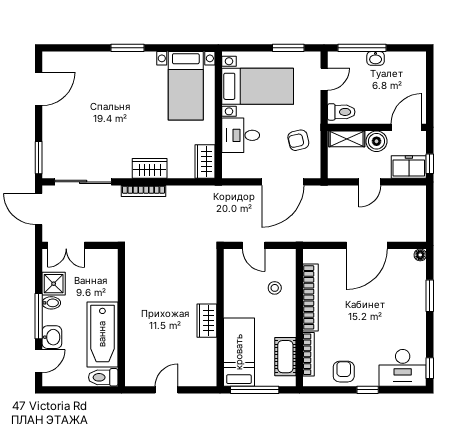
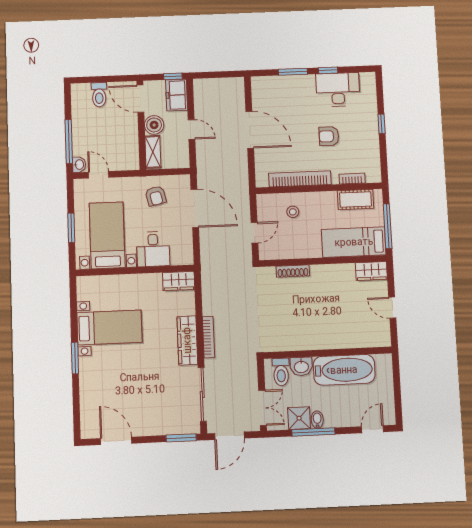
window: (288, 48) -> (71, 228), moved
washbasin: (376, 58) -> (79, 165), moved
bed with nightstands: (186, 86) -> (110, 327), moved
toilet: (341, 112) -> (99, 95), moved, turned 180
wardrobe: (150, 168) -> (187, 340), width x1.50
floor lamp: (420, 255) -> (256, 82), removed
shoe rack: (210, 285) -> (293, 271), added
window: (39, 316) -> (313, 432), moved
wardrobe: (207, 321) -> (371, 271), moved
washbasin: (52, 337) -> (301, 366), moved, turned 180
bookcase: (308, 354) -> (352, 179), width x0.64
door: (39, 361) -> (373, 429), hinge flipped
desk: (403, 368) -> (338, 90), moved, turned -90
window: (430, 368) -> (328, 70), moved
armchair: (344, 372) -> (329, 136), moved
toilet: (103, 377) -> (281, 372), moved

